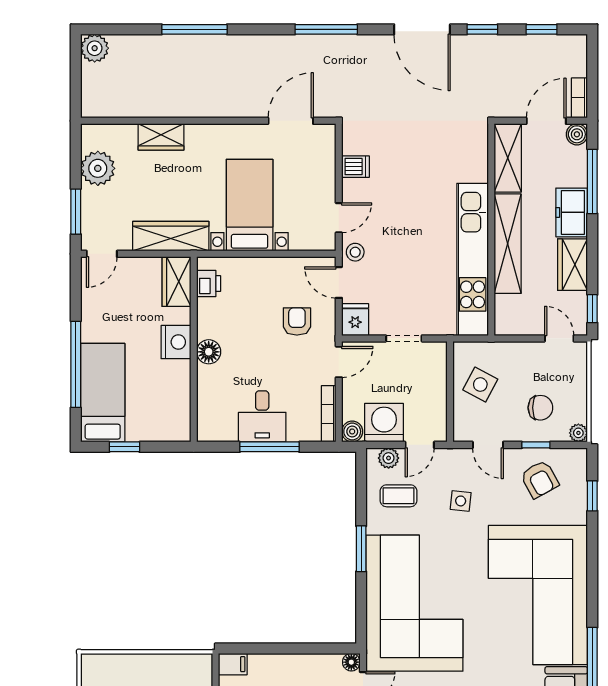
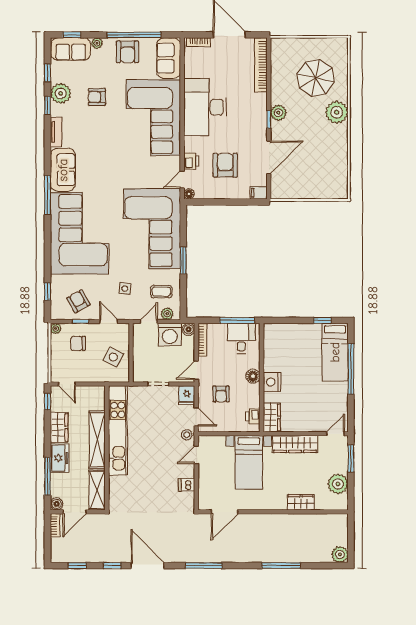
wardrobe: (176, 282) -> (272, 417), moved
printer: (209, 284) -> (253, 416), moved
nightstand: (176, 342) -> (272, 382), moved
wall: (194, 349) -> (262, 378), moved
floor lamp: (209, 352) -> (253, 376), moved

